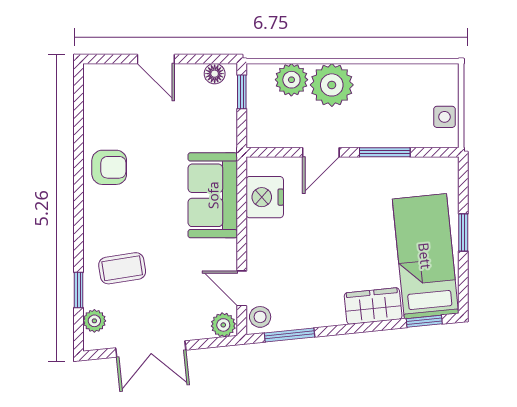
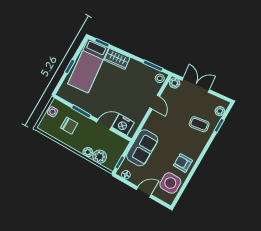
door: (156, 59) -> (144, 192), hinge flipped
plant: (332, 85) -> (88, 152), width x0.53, depth x0.53
chair: (393, 108) -> (69, 126), added
side table: (111, 110) -> (170, 183), added
sofa: (213, 195) -> (142, 148), moved
nightstand: (265, 197) -> (123, 125), moved, turned 90
door: (242, 288) -> (155, 102), moved
double door: (151, 349) -> (196, 85), moved

